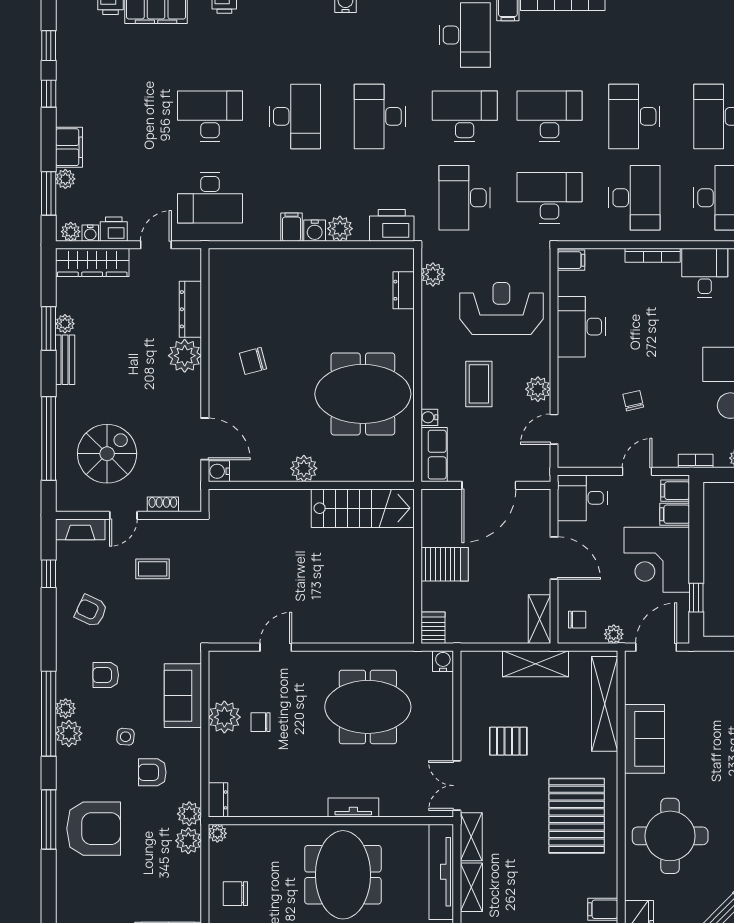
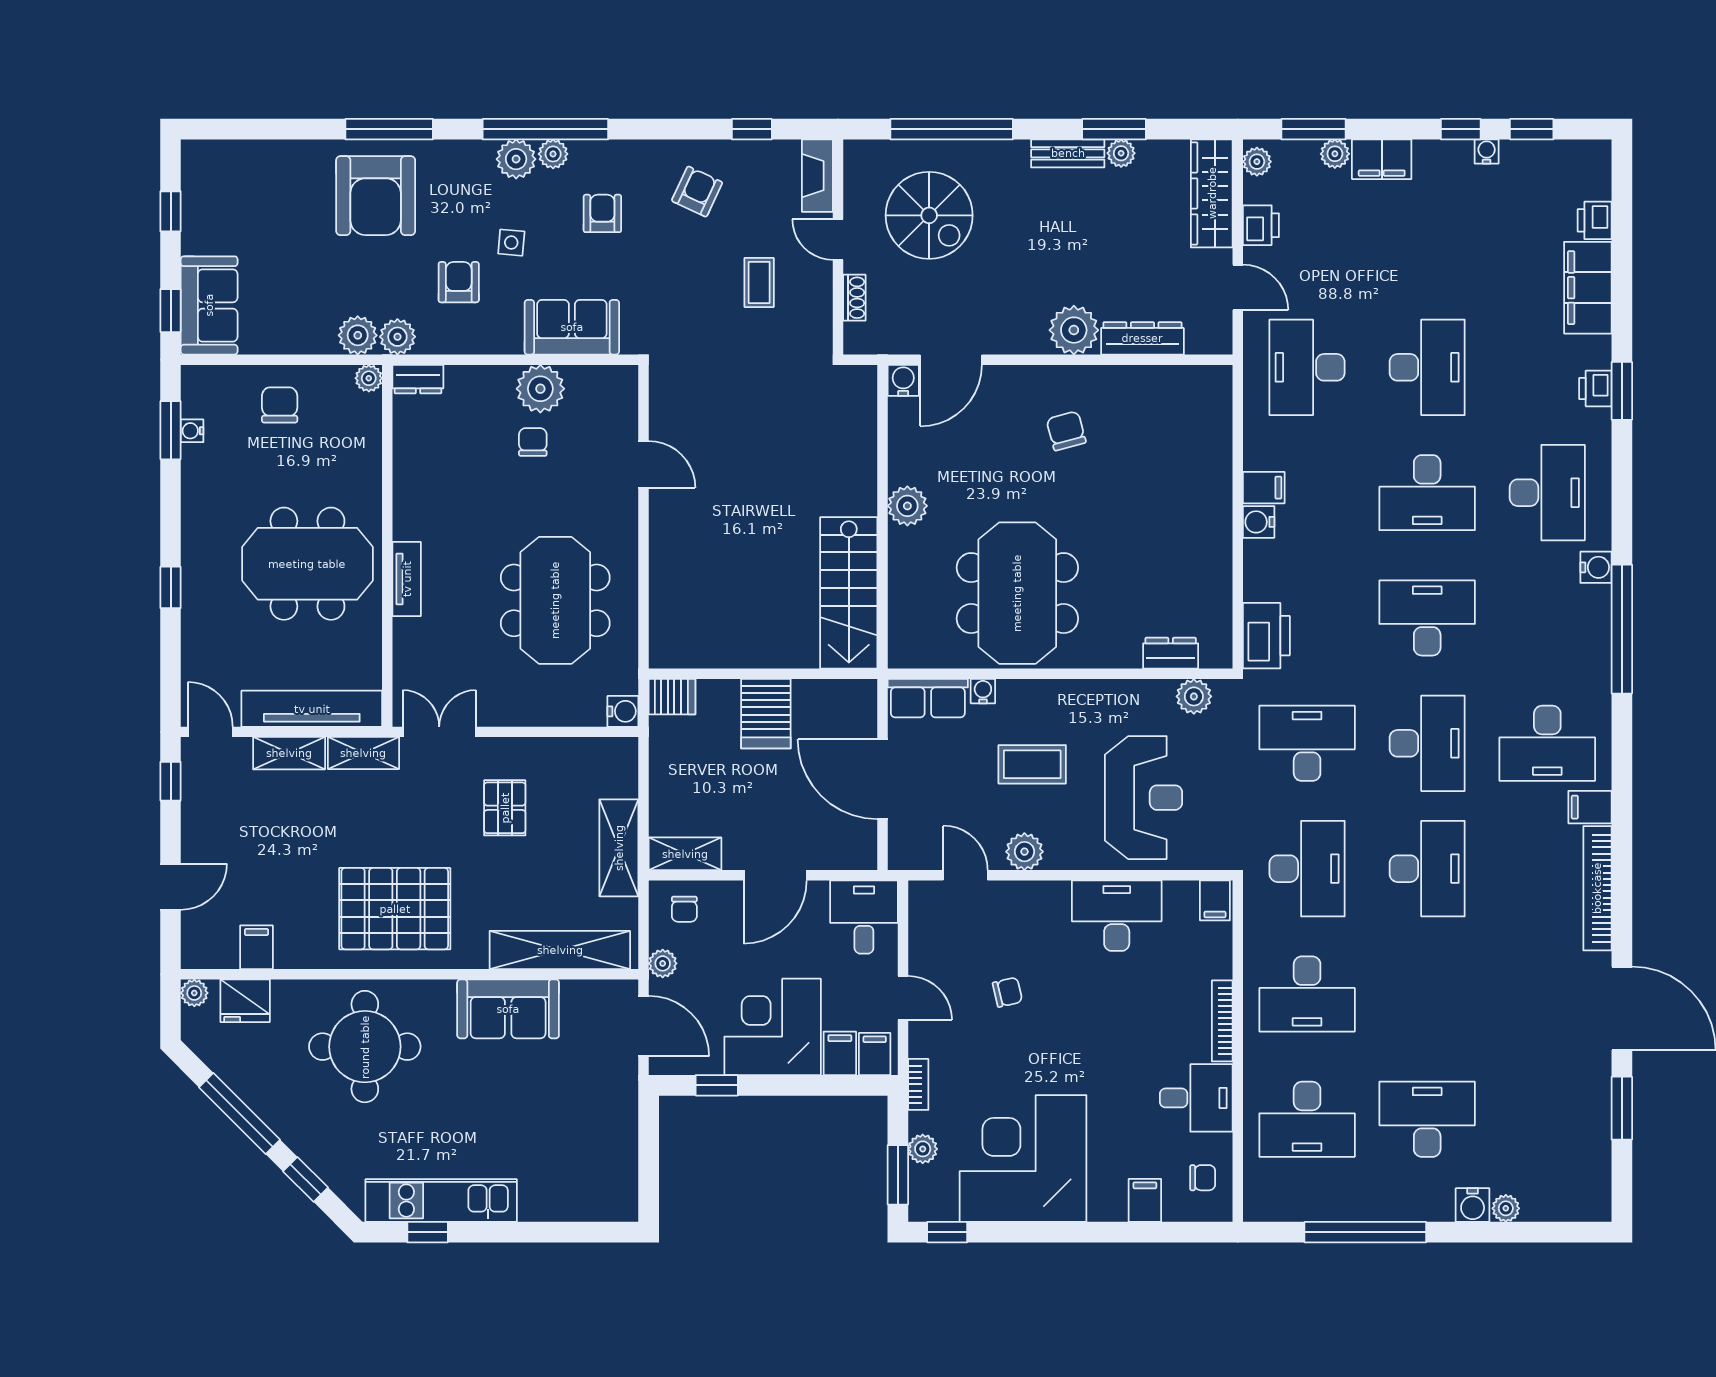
desk: (634, 116) -> (1547, 493), moved, turned 90
plant: (340, 229) -> (1261, 559), removed
water cooler: (90, 233) -> (1487, 151), moved, turned 90

